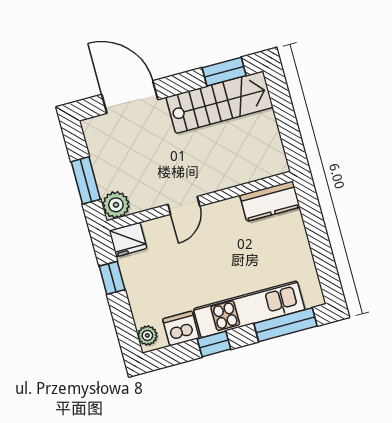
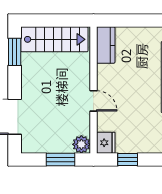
stairs: (220, 102) -> (54, 39), moved, turned 90

